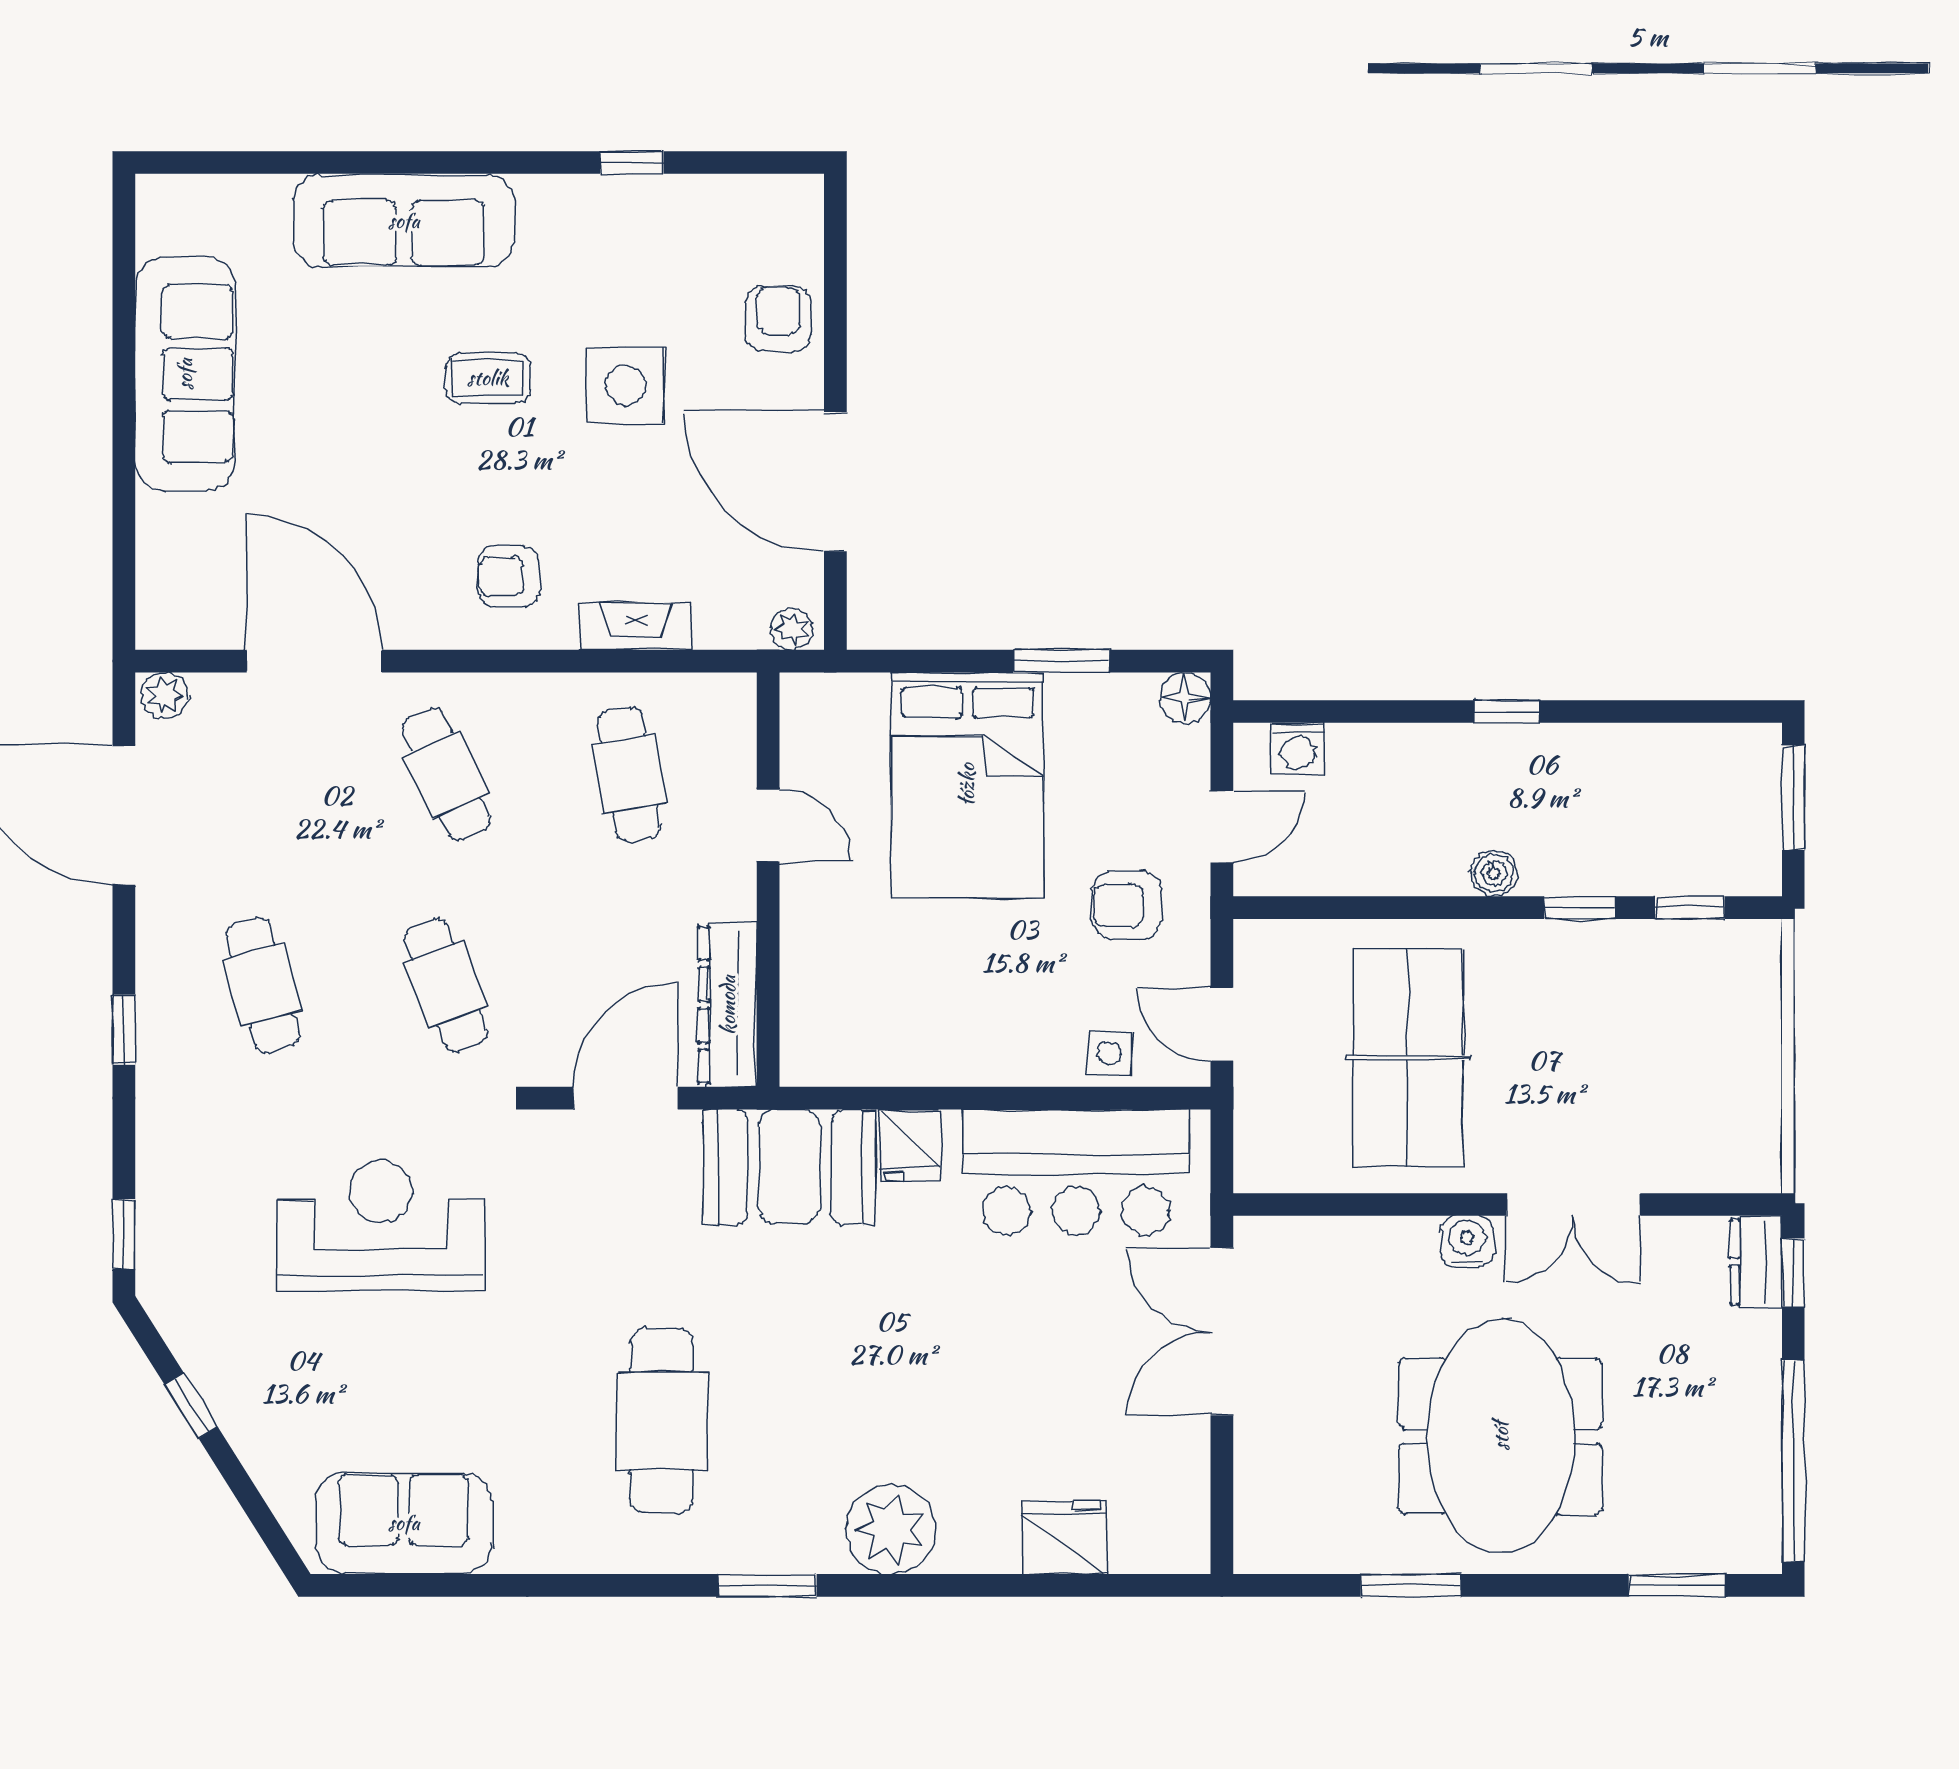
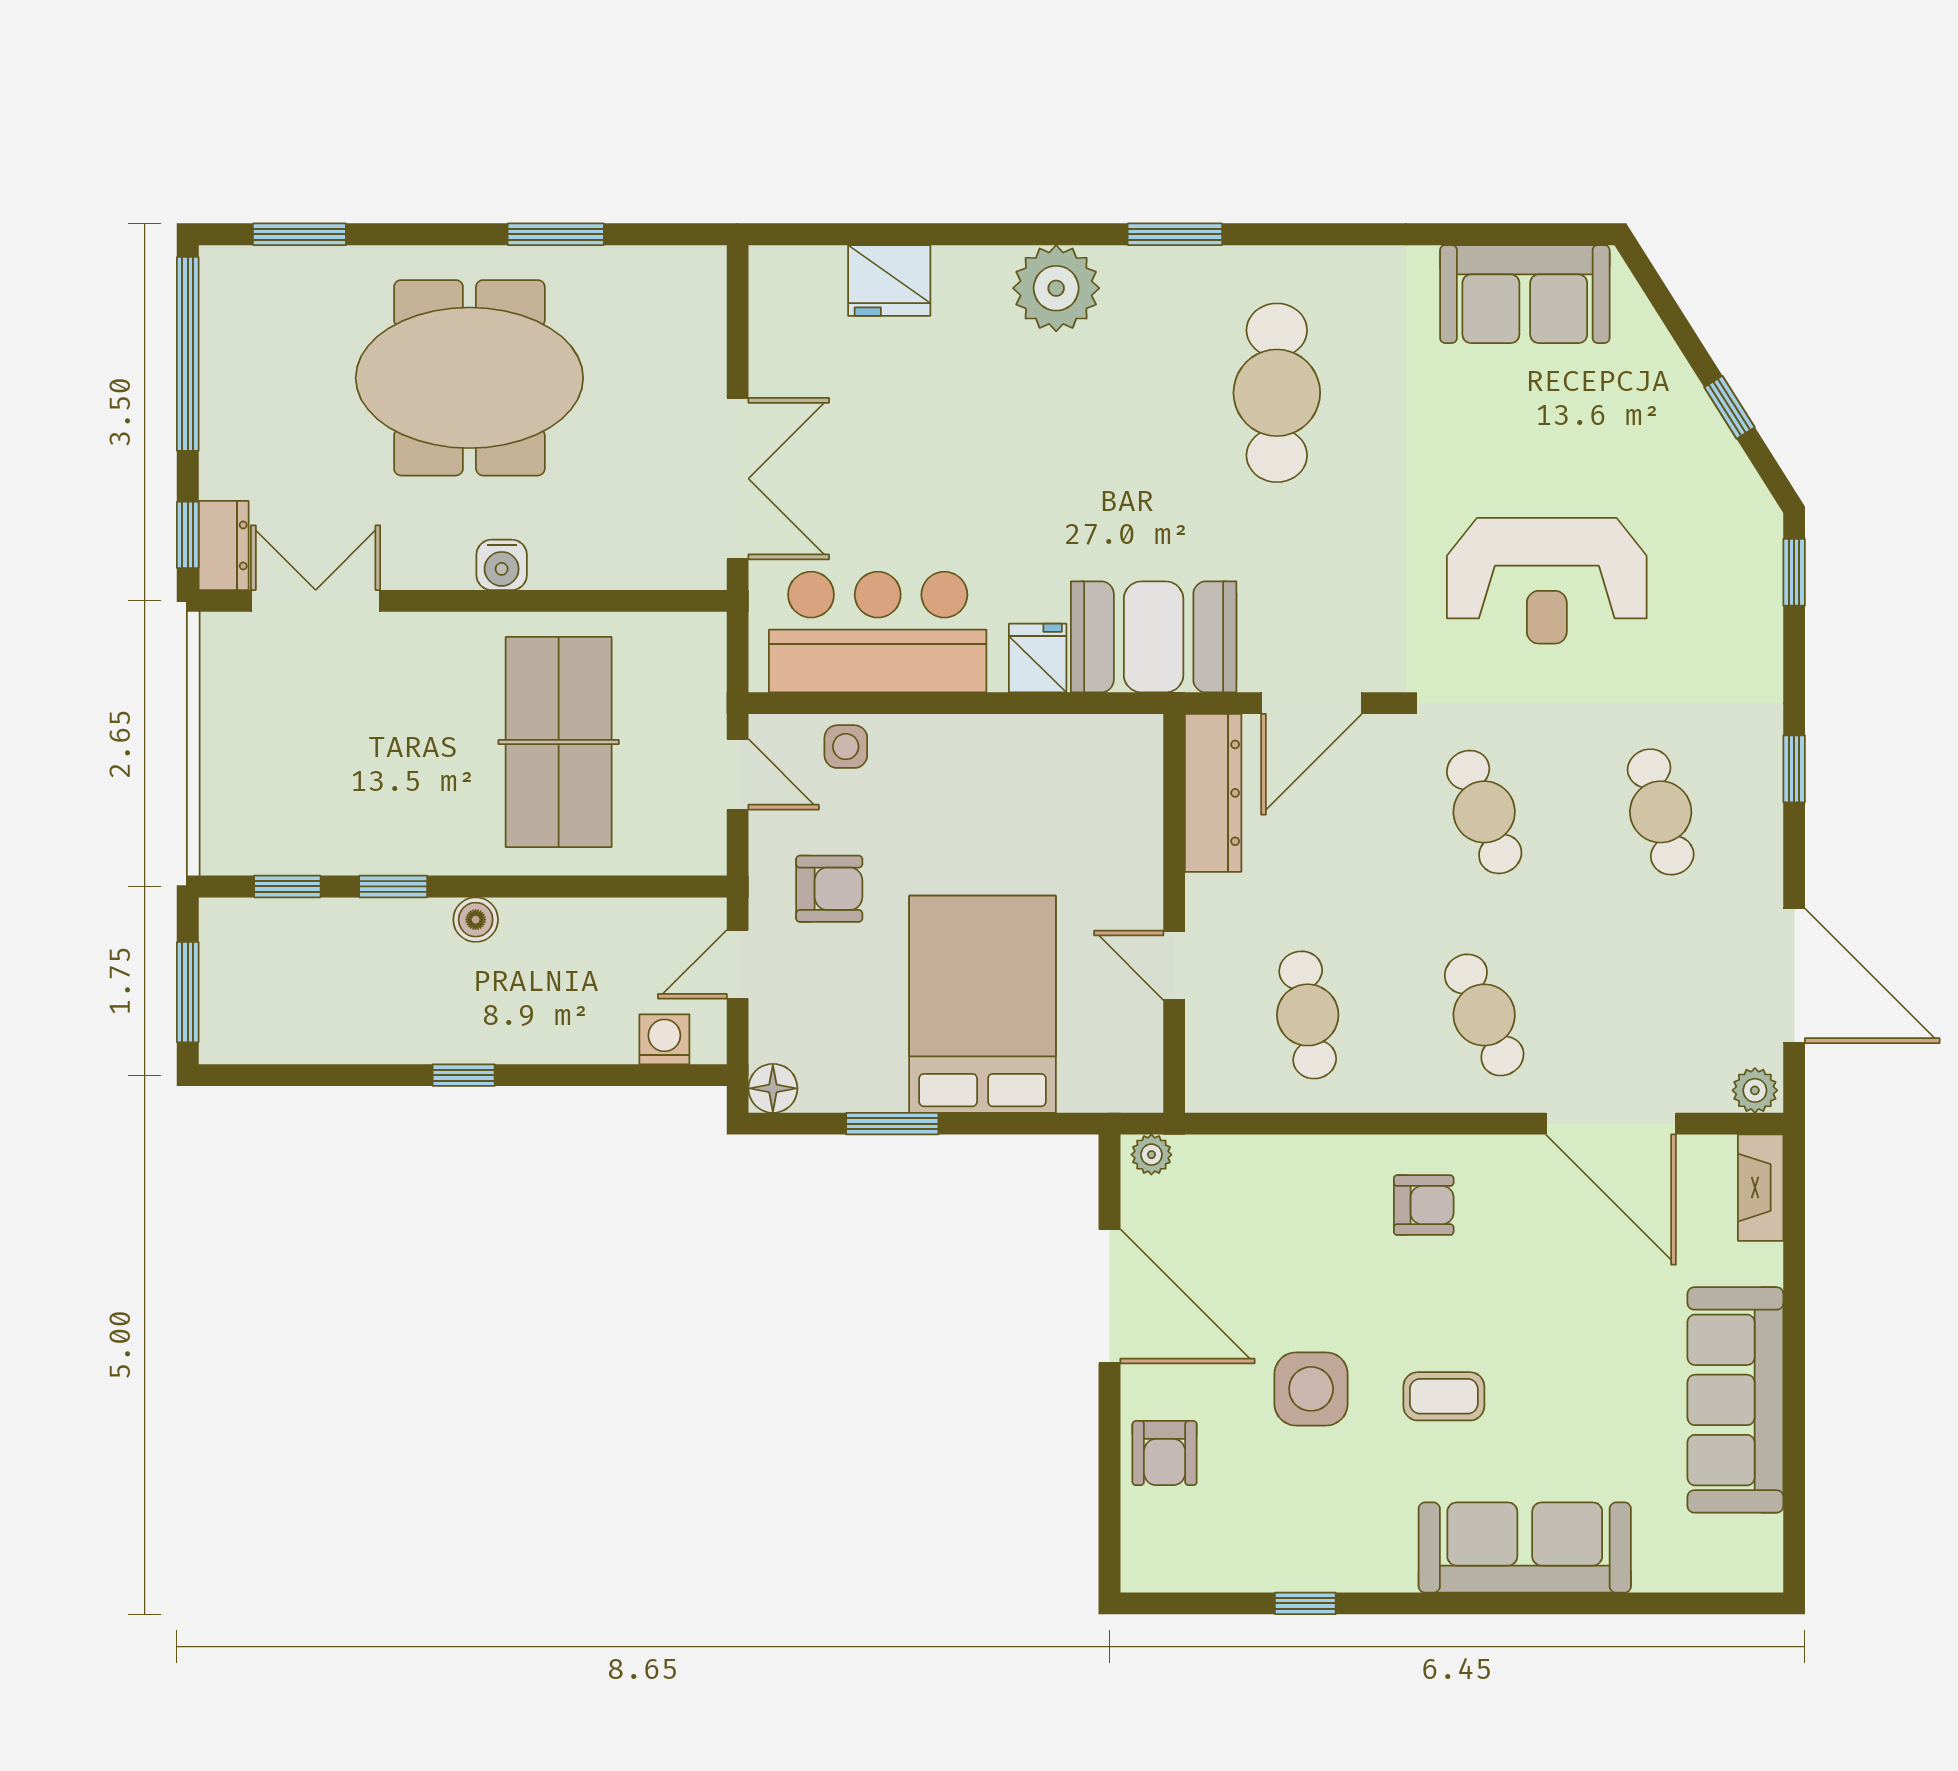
fireplace: (636, 626) -> (1761, 1188), moved, turned 90
double door: (1573, 1204) -> (316, 601), moved
meeting table: (1501, 1436) -> (469, 378), turned 90

